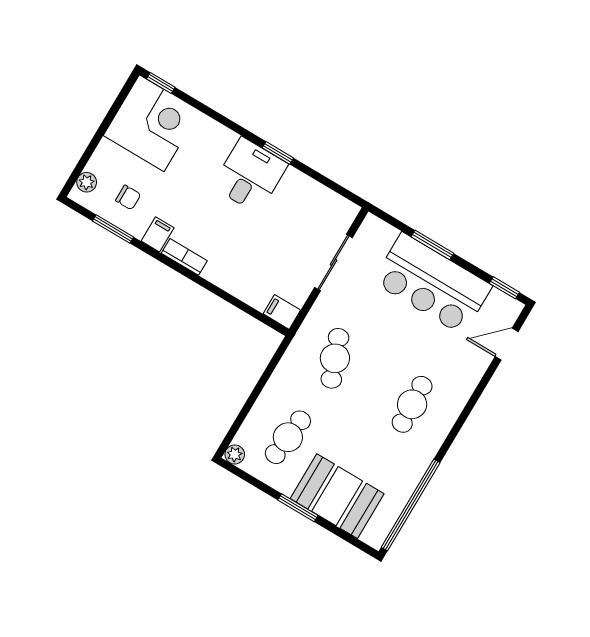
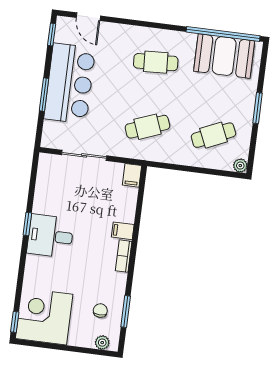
filing cabinet: (158, 234) -> (123, 231), moved
cafe table: (288, 437) -> (213, 135), turned -30
booth: (337, 496) -> (224, 56), moved, turned 90

